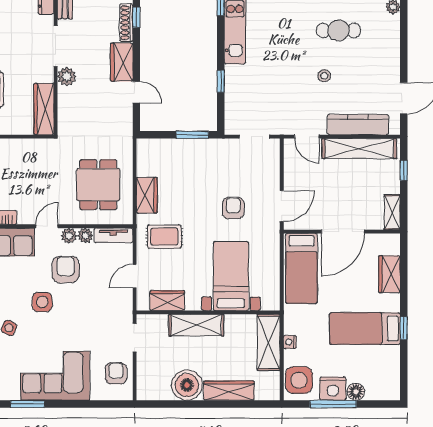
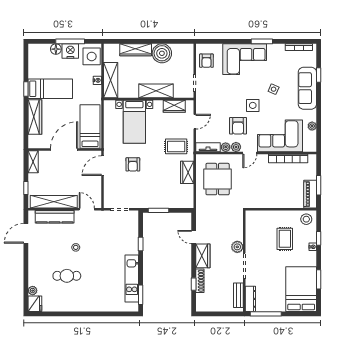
wardrobe: (44, 109) -> (252, 227), removed
wardrobe: (389, 274) -> (35, 117), width x1.50

